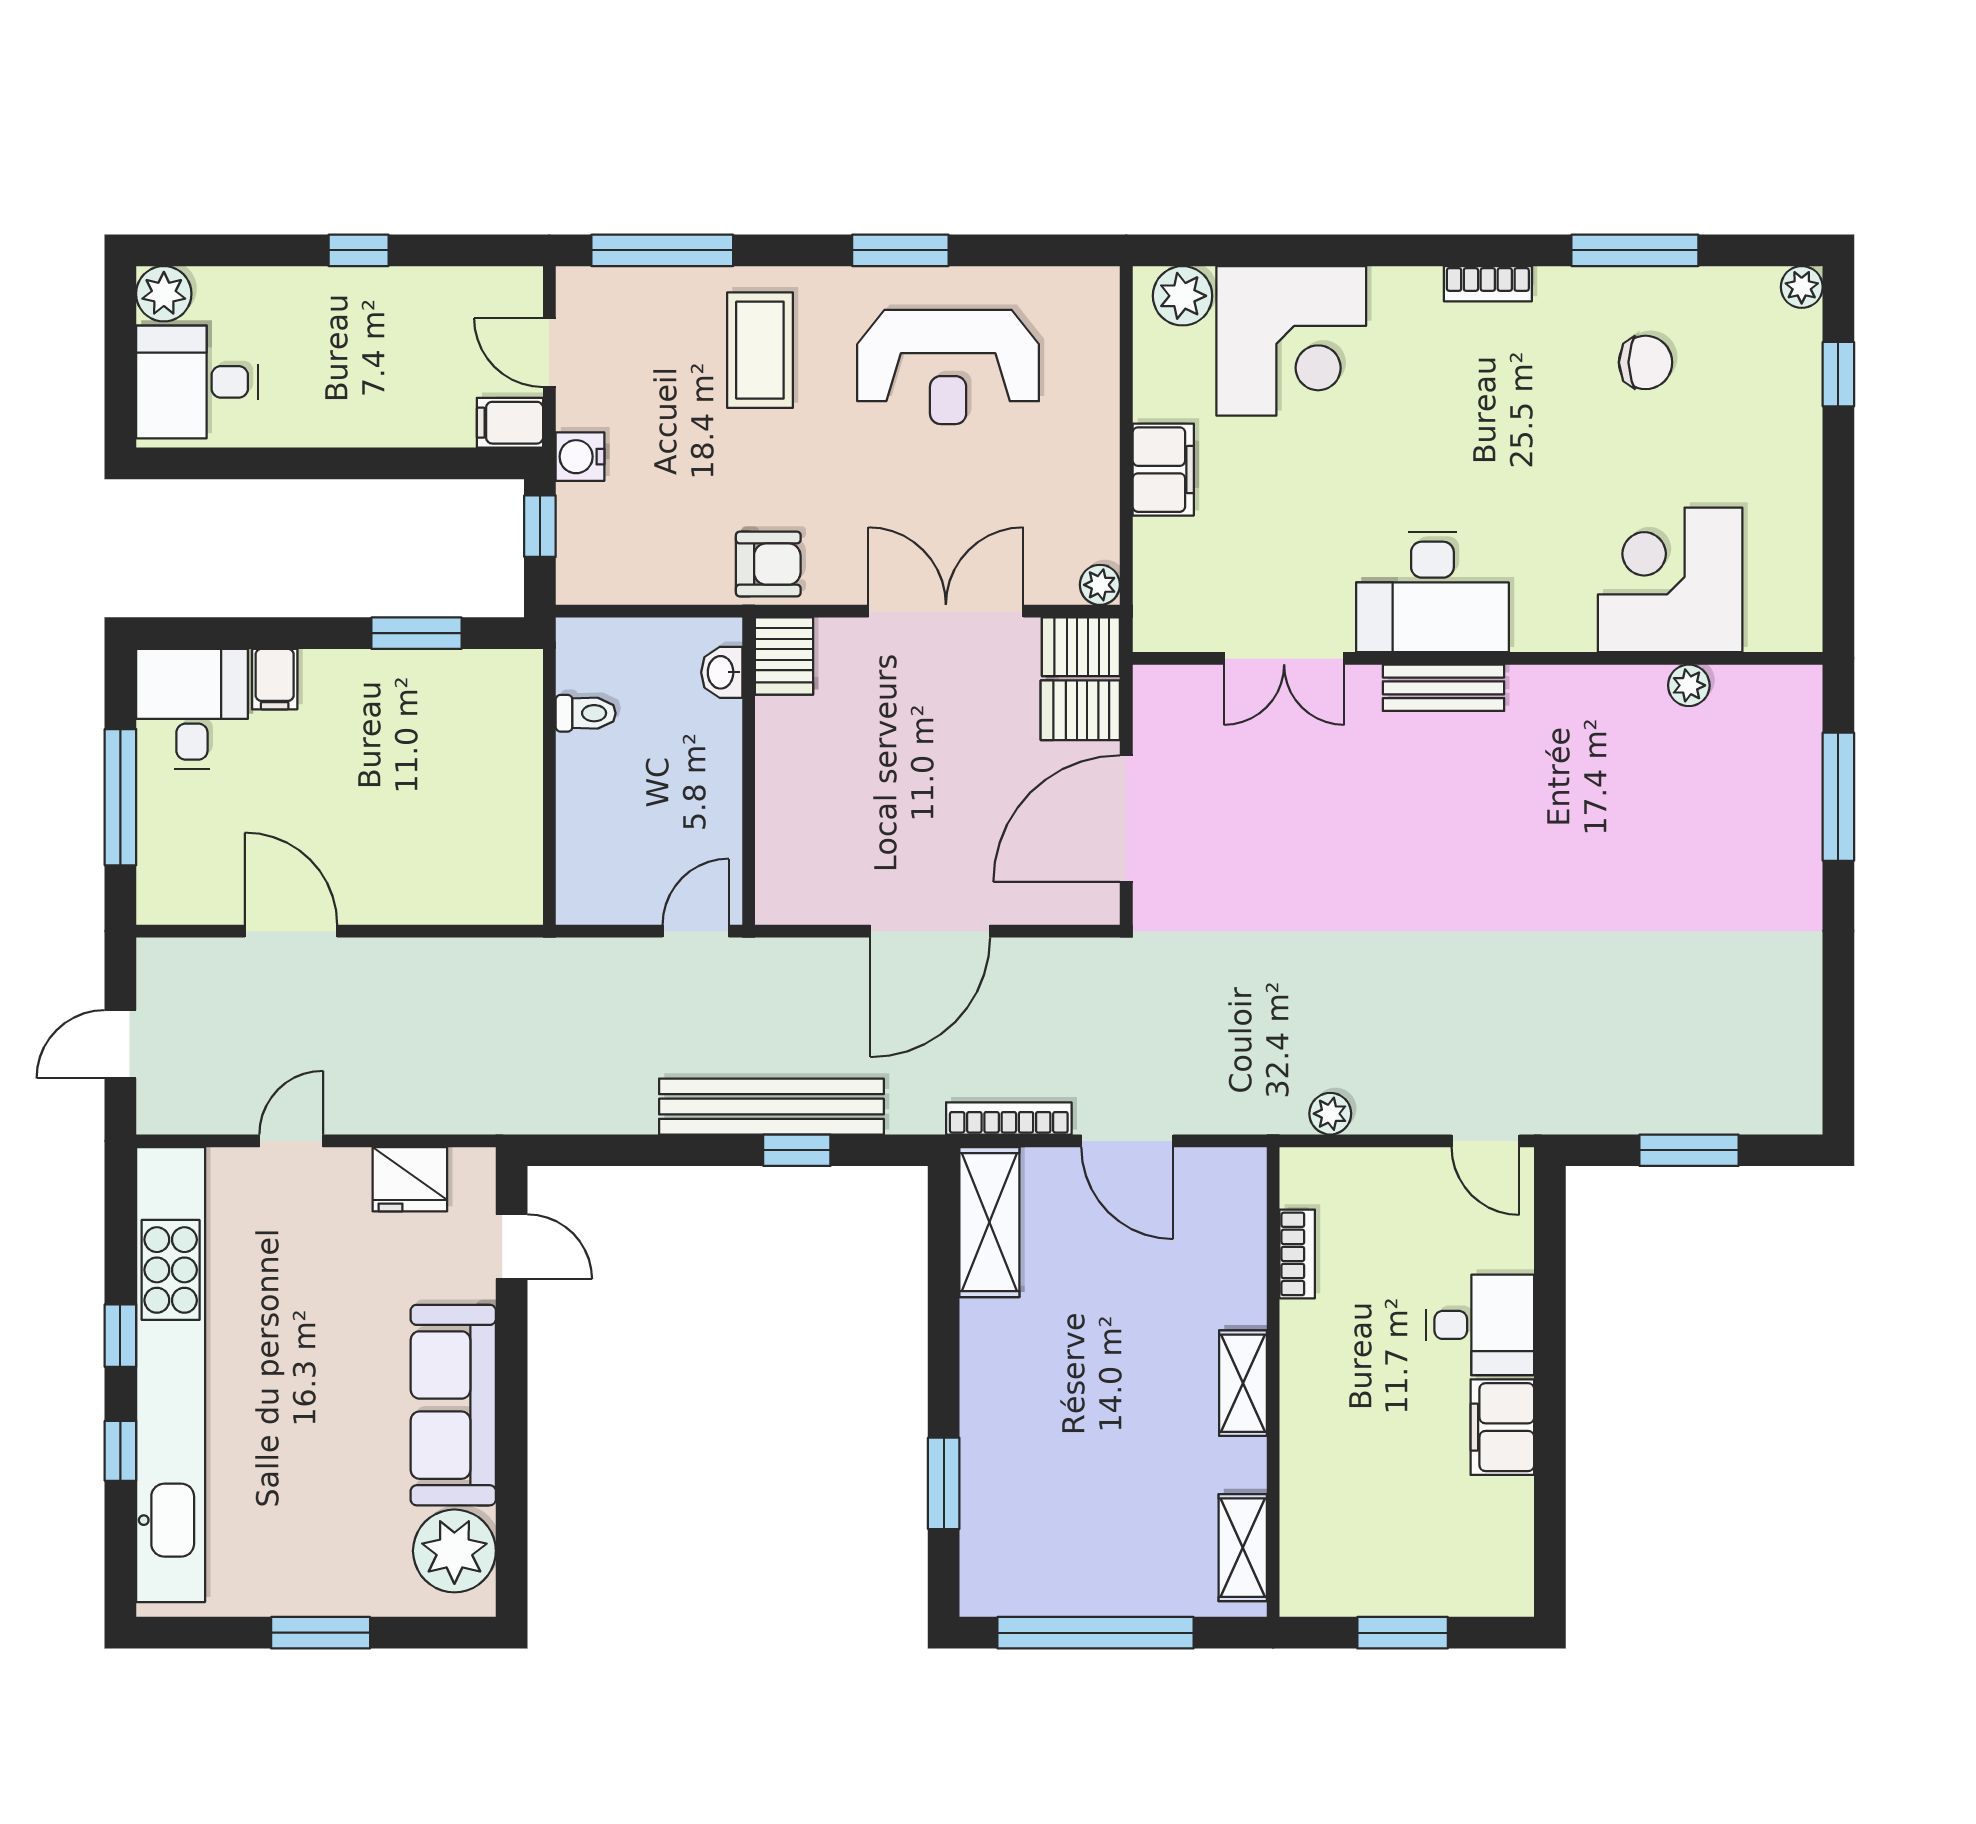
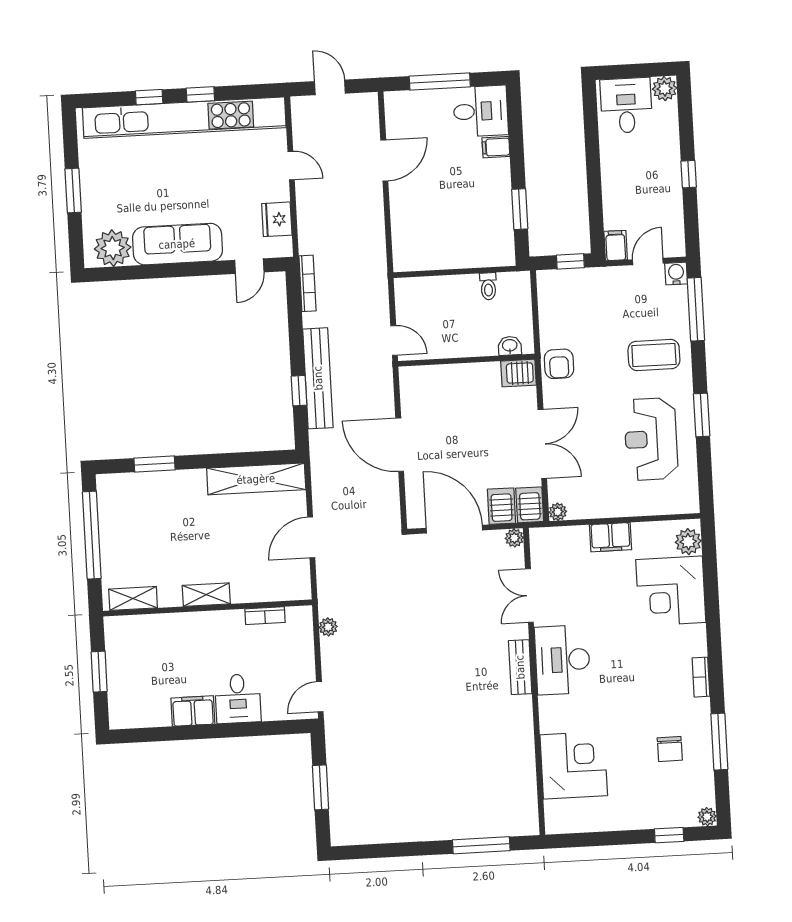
water cooler: (580, 457) -> (676, 274), moved
plant: (1689, 685) -> (514, 538), moved
bookcase: (1009, 1118) -> (307, 283), moved
shelving: (989, 1222) -> (256, 479), width x1.47

